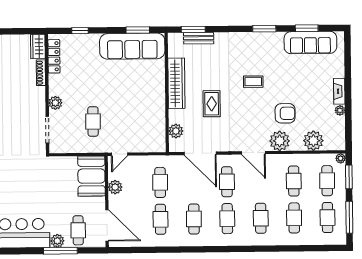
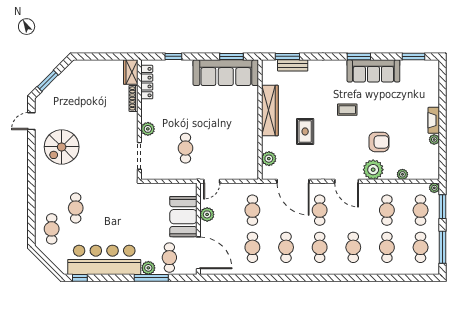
window: (307, 28) -> (413, 56), moved
sofa: (310, 42) -> (373, 71), moved
plant: (313, 141) -> (402, 174), width x0.53, depth x0.53
booth: (91, 176) -> (183, 217), moved

